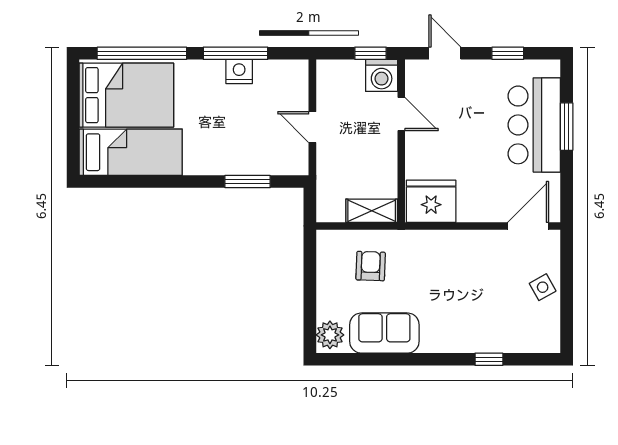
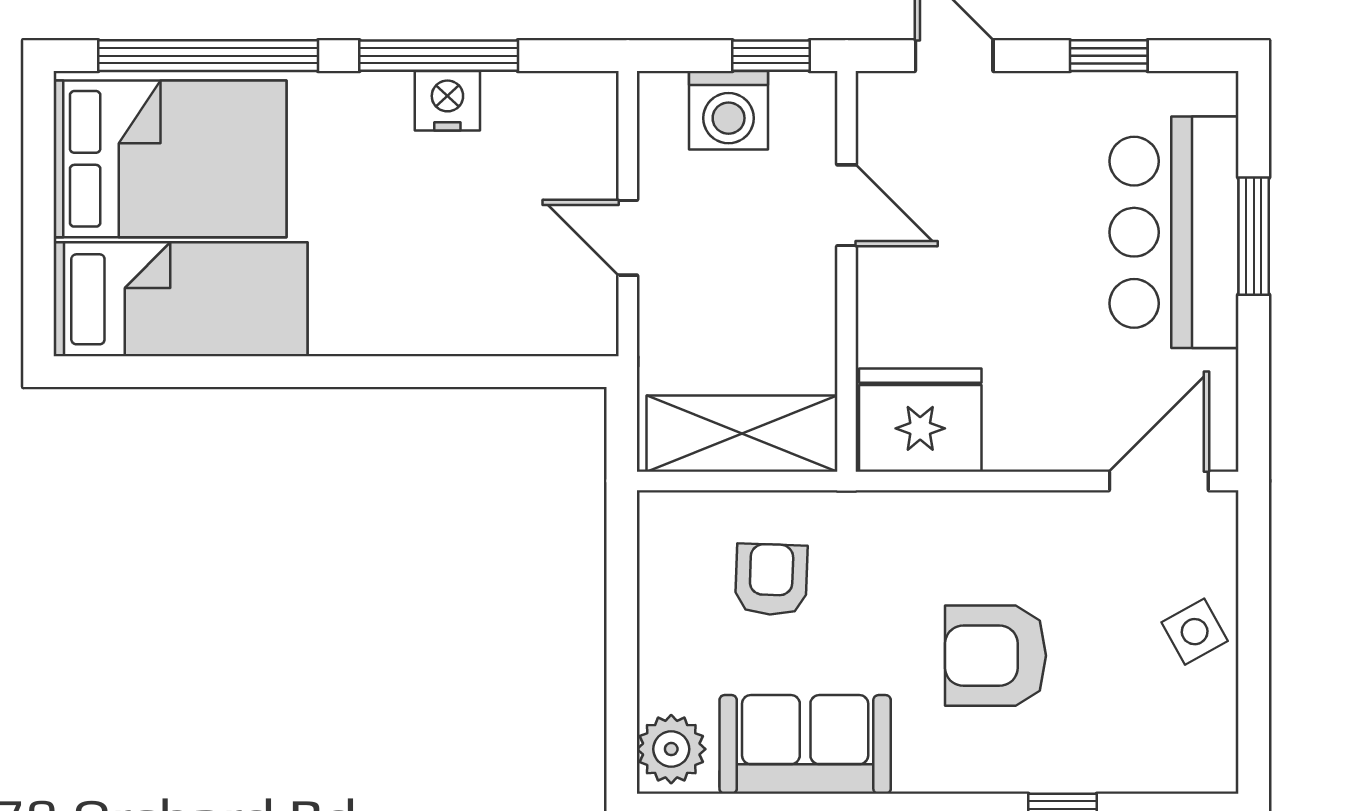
washing machine: (382, 75) -> (729, 110), moved
window: (248, 182) -> (468, 372), removed
shelving: (372, 211) -> (742, 434), width x1.50, depth x1.33
armchair: (462, 297) -> (995, 656), added

